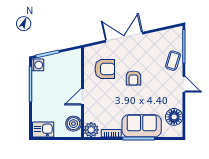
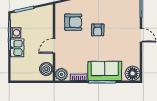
coffee table: (173, 61) -> (132, 15), removed
washing machine: (38, 65) -> (16, 33), moved
floor lamp: (174, 117) -> (133, 73), moved
kitchen sink: (43, 129) -> (17, 48), moved, turned 90

